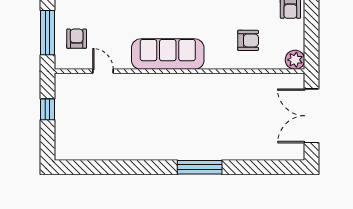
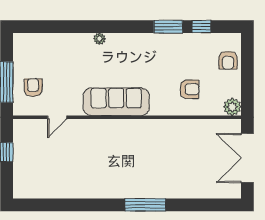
door: (103, 71) -> (57, 117), swing flipped

